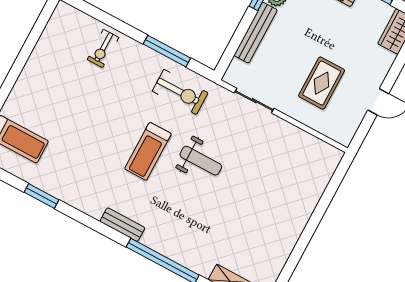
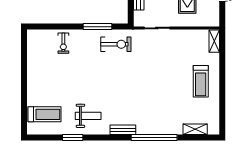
treadmill: (148, 151) -> (201, 81), moved
weight bench: (201, 161) -> (88, 116), moved
shelving: (329, 166) -> (214, 41), added

